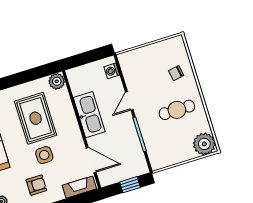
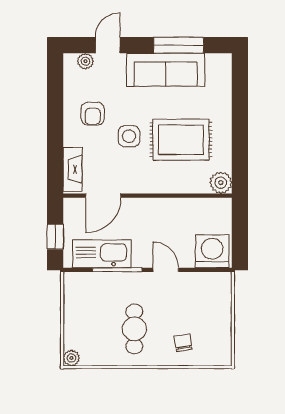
washing machine: (112, 71) -> (212, 251), width x1.89, depth x1.89
kitchen sink: (89, 115) -> (102, 254), moved, turned 180
plant: (204, 144) -> (71, 358), width x0.53, depth x0.53

